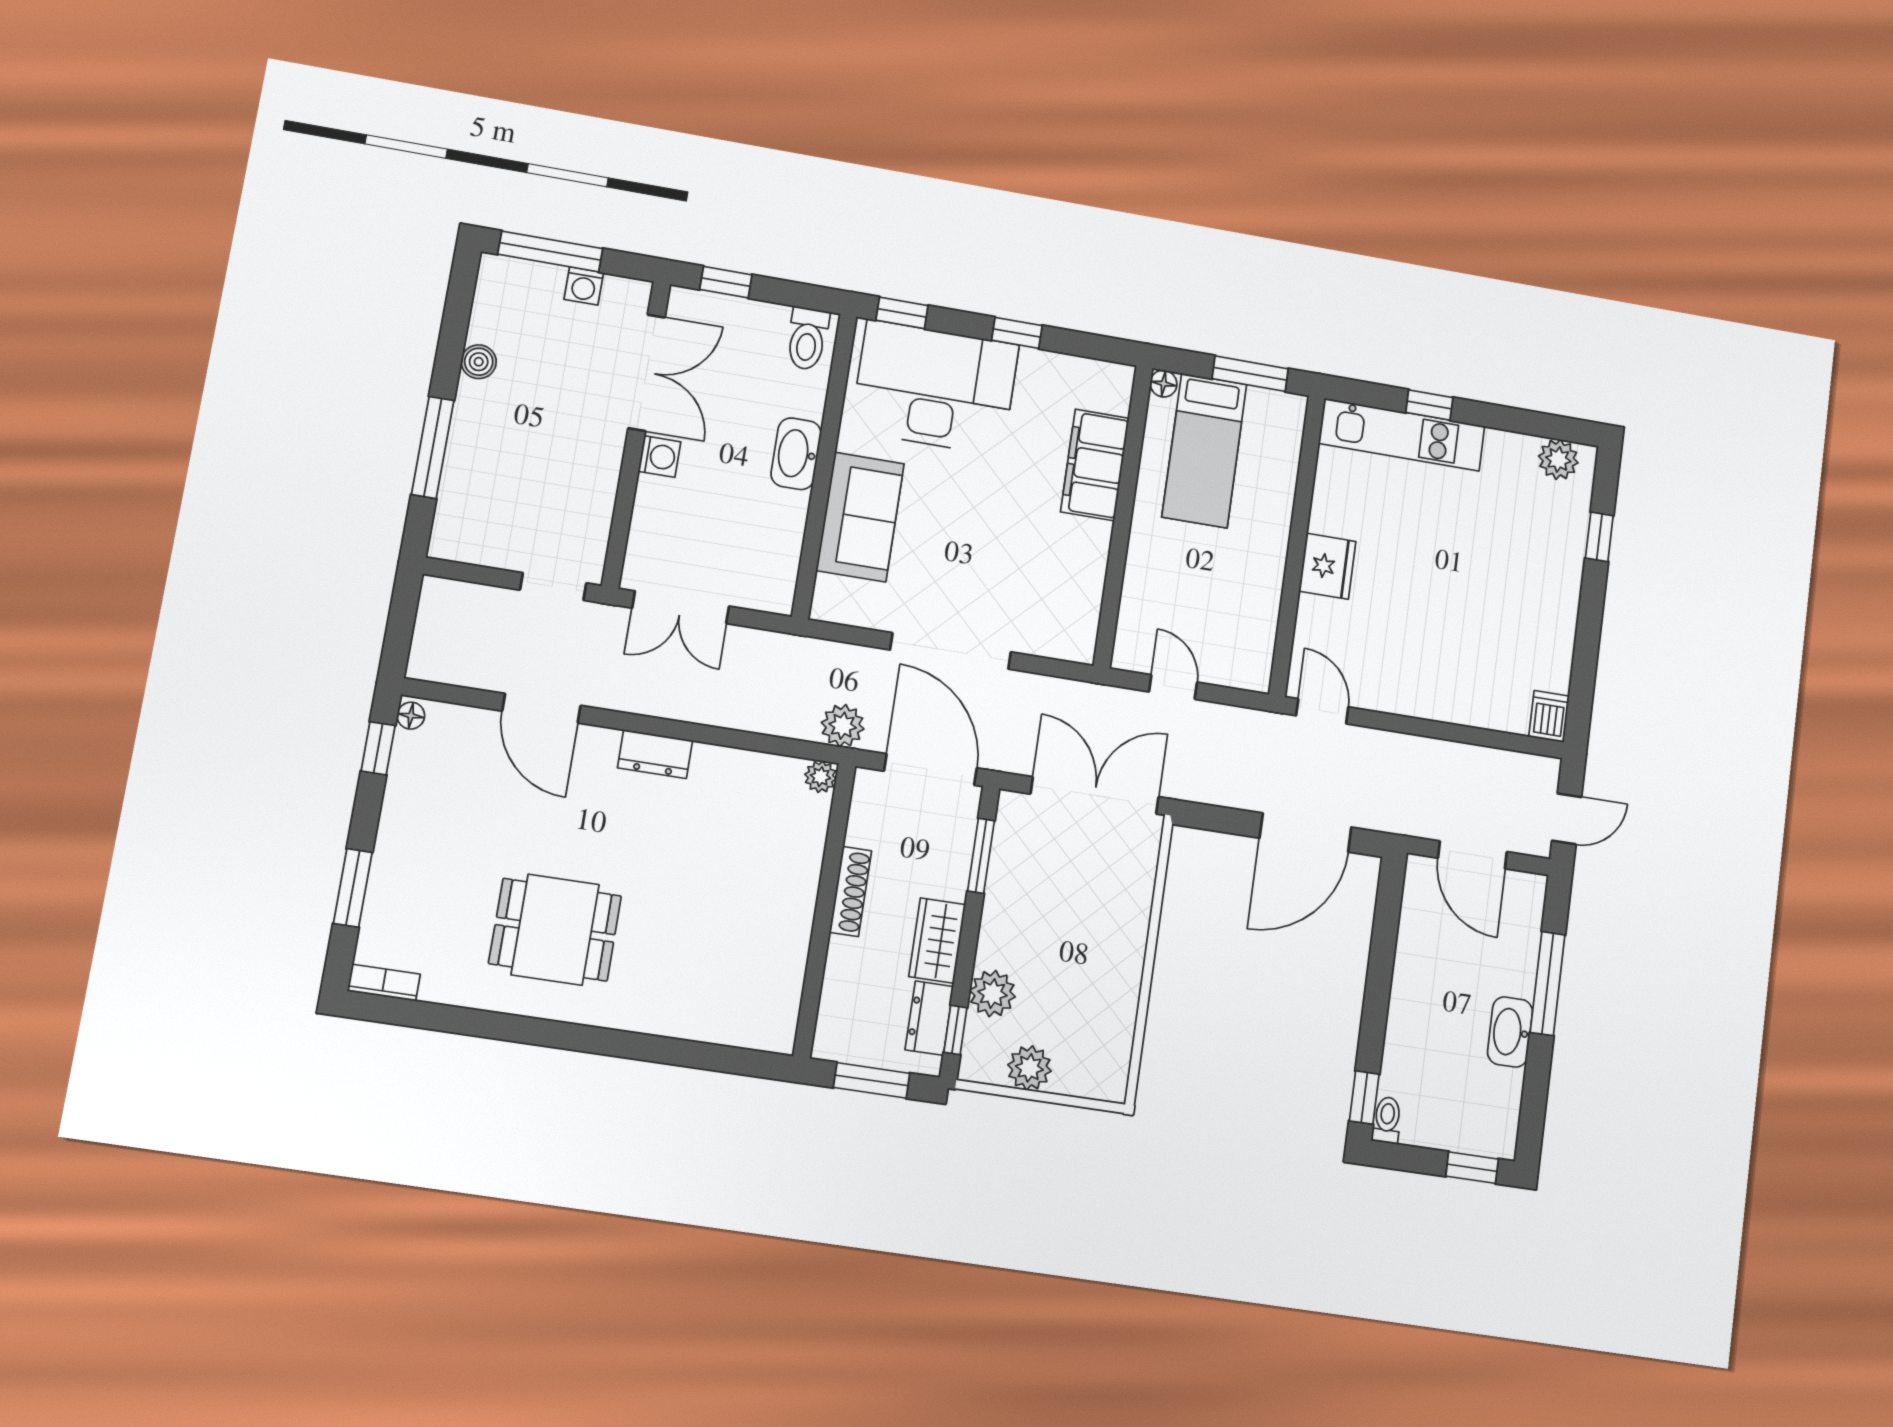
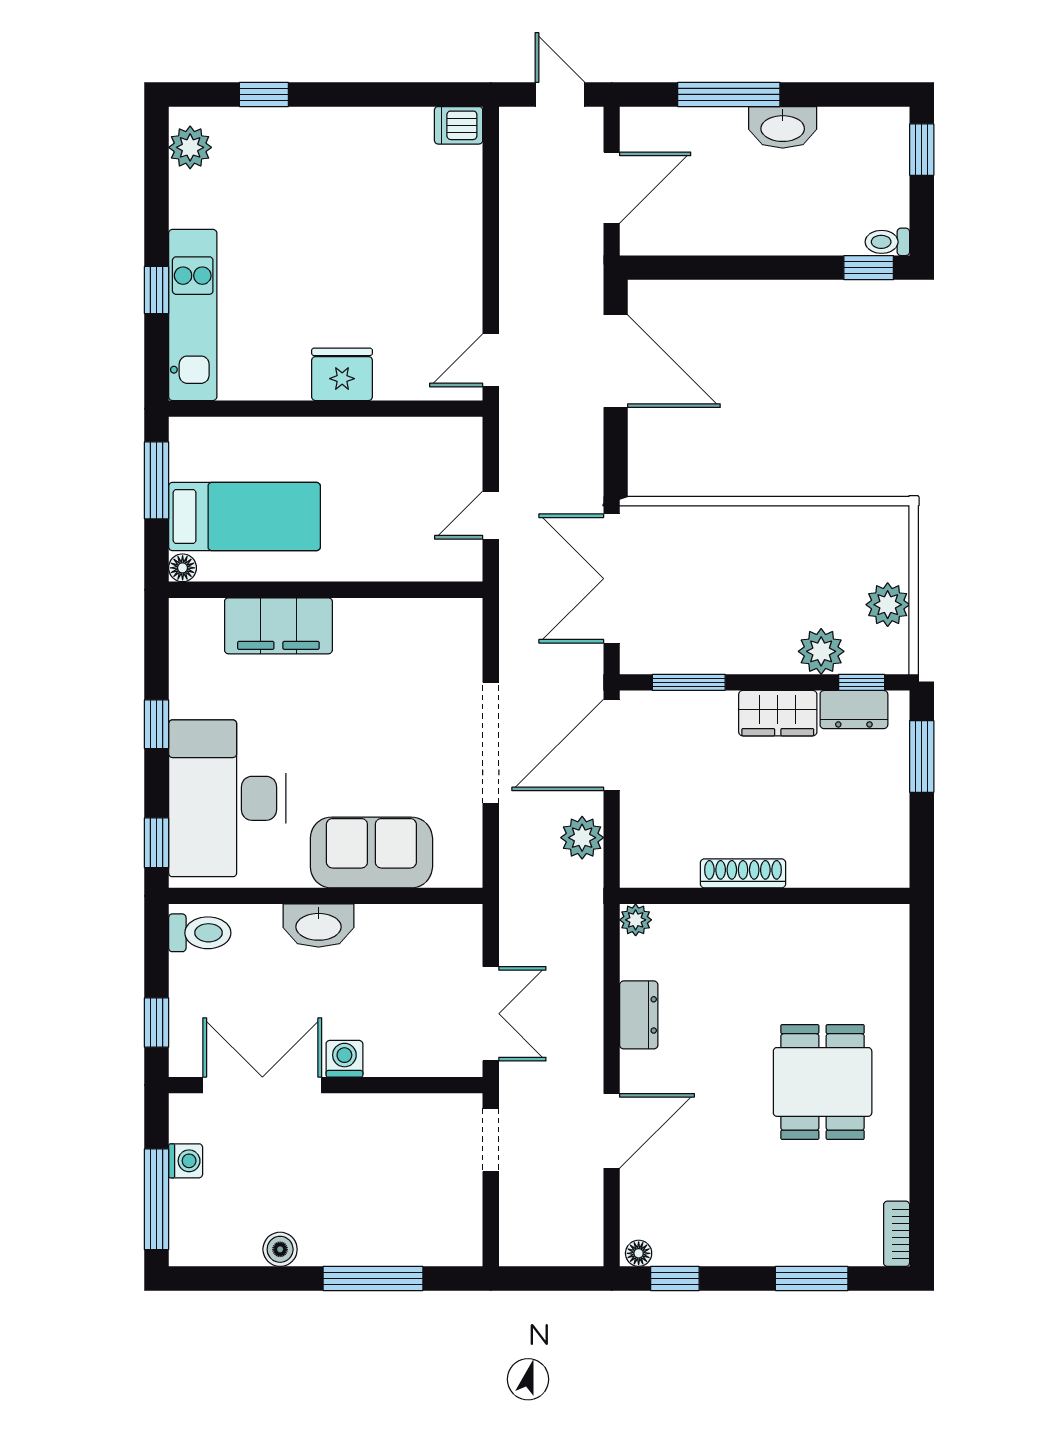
plant: (821, 777) -> (636, 920), moved
shoe rack: (850, 891) -> (743, 873), moved
wall: (824, 910) -> (765, 896), moved

